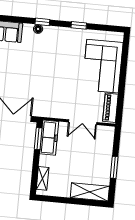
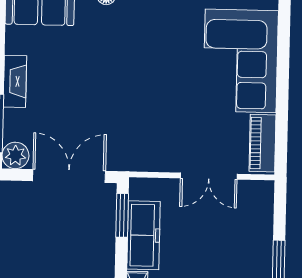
freezer: (49, 138) -> (144, 235), moved

